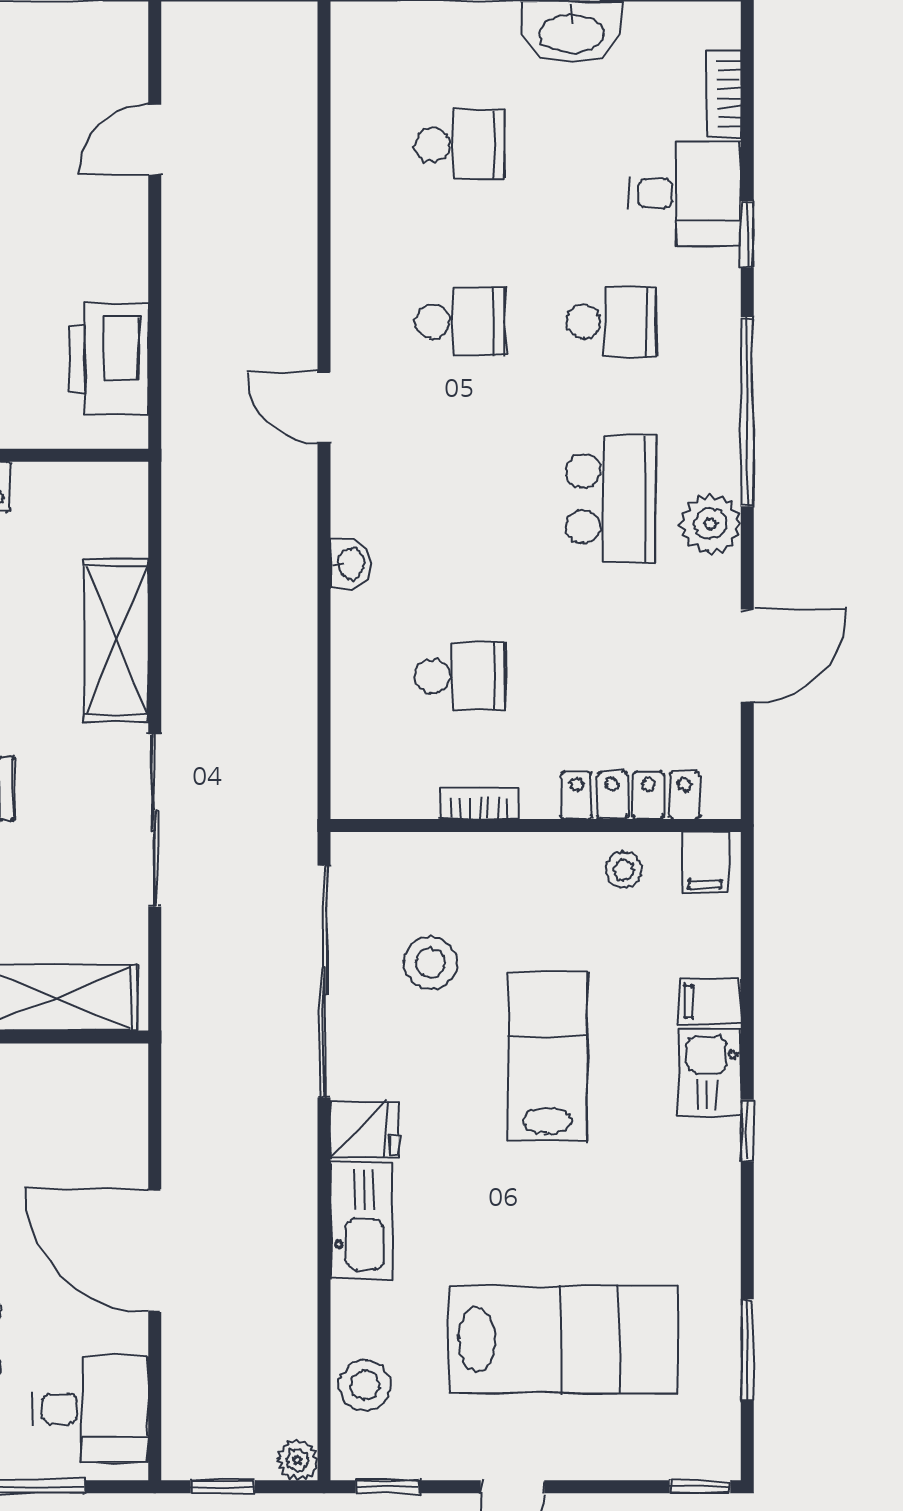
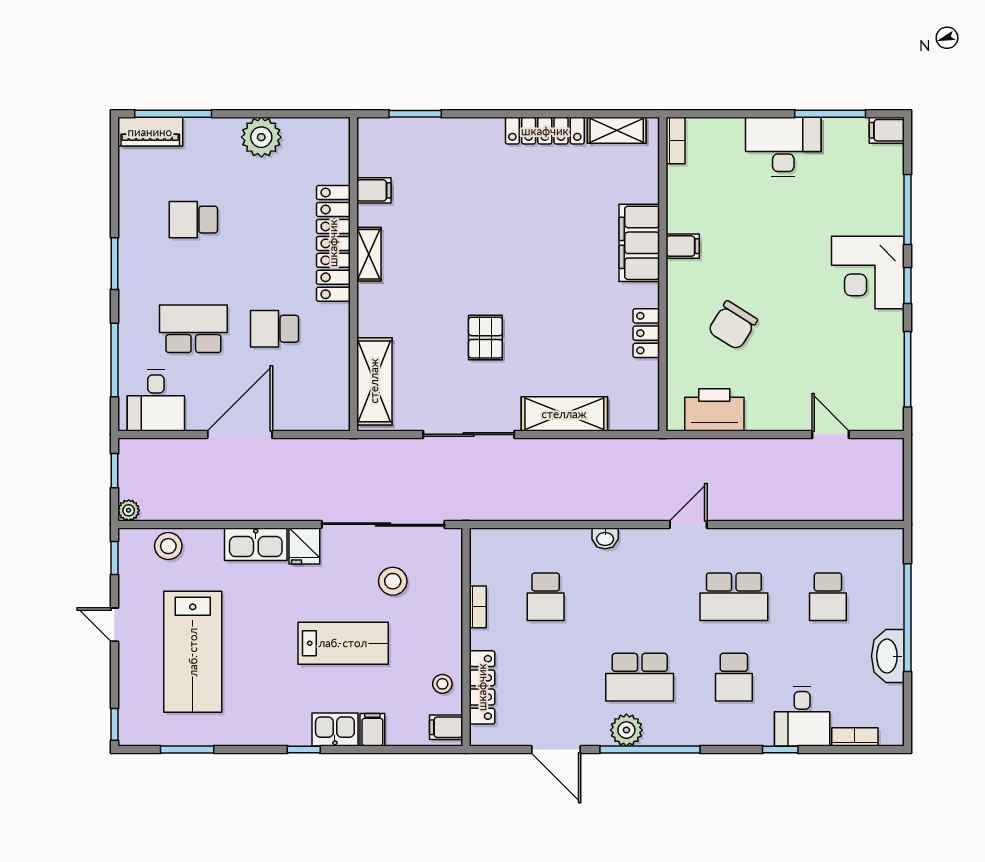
school desk: (460, 322) -> (734, 597), width x1.85
window: (747, 412) -> (650, 749), moved

